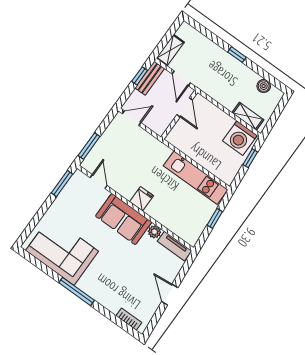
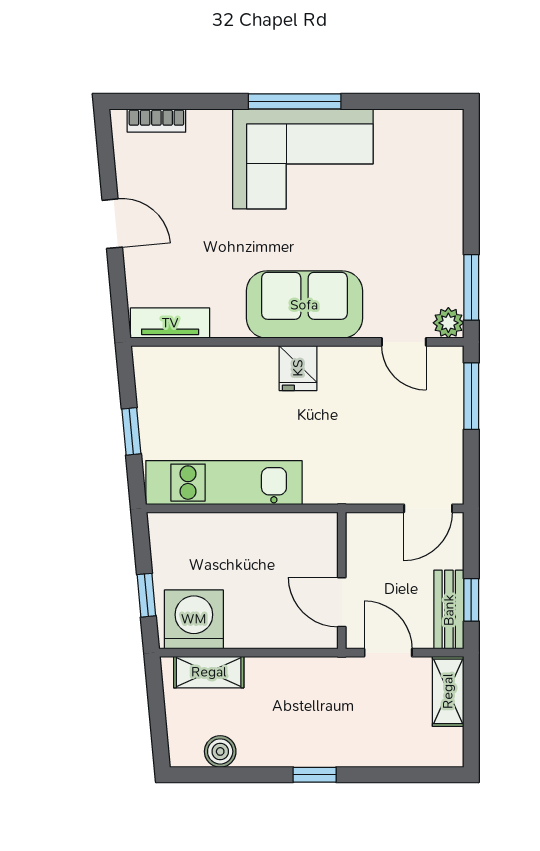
plant: (154, 232) -> (448, 323), moved
corner sofa: (62, 251) -> (303, 159), moved

